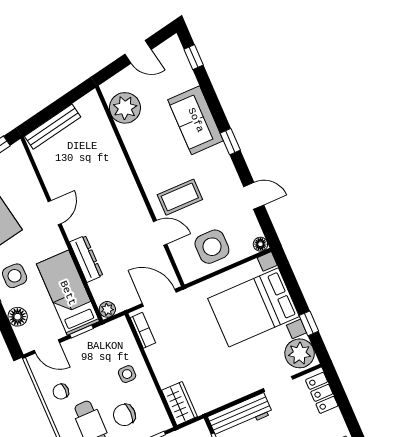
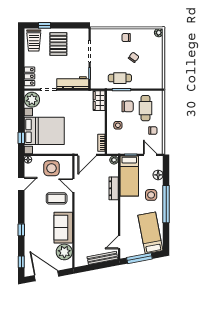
door: (138, 52) -> (47, 276), width x1.88
sofa: (196, 120) -> (63, 228), moved, turned 180
window: (230, 142) -> (21, 230), moved
door: (254, 196) -> (21, 184), swing flipped
door: (55, 213) -> (119, 242), moved
door: (159, 298) -> (87, 155), hinge flipped
window: (309, 323) -> (21, 138), moved

